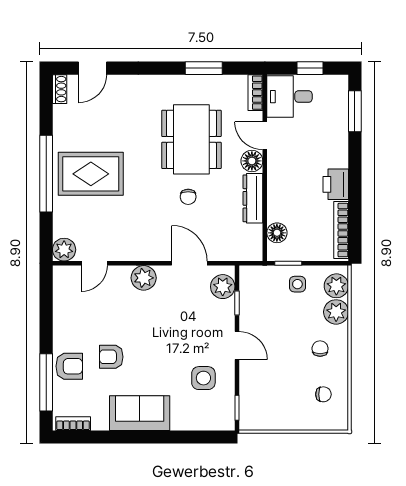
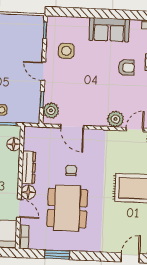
plant: (144, 278) -> (115, 119), moved

